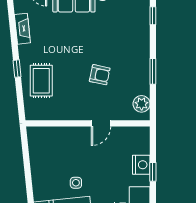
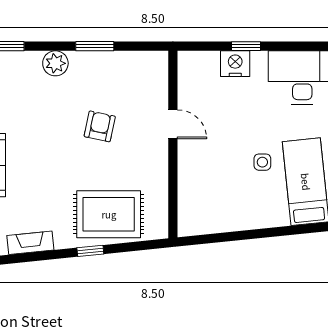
rug: (41, 81) -> (109, 214), width x1.36, depth x1.43
plant: (142, 104) -> (55, 63), moved

